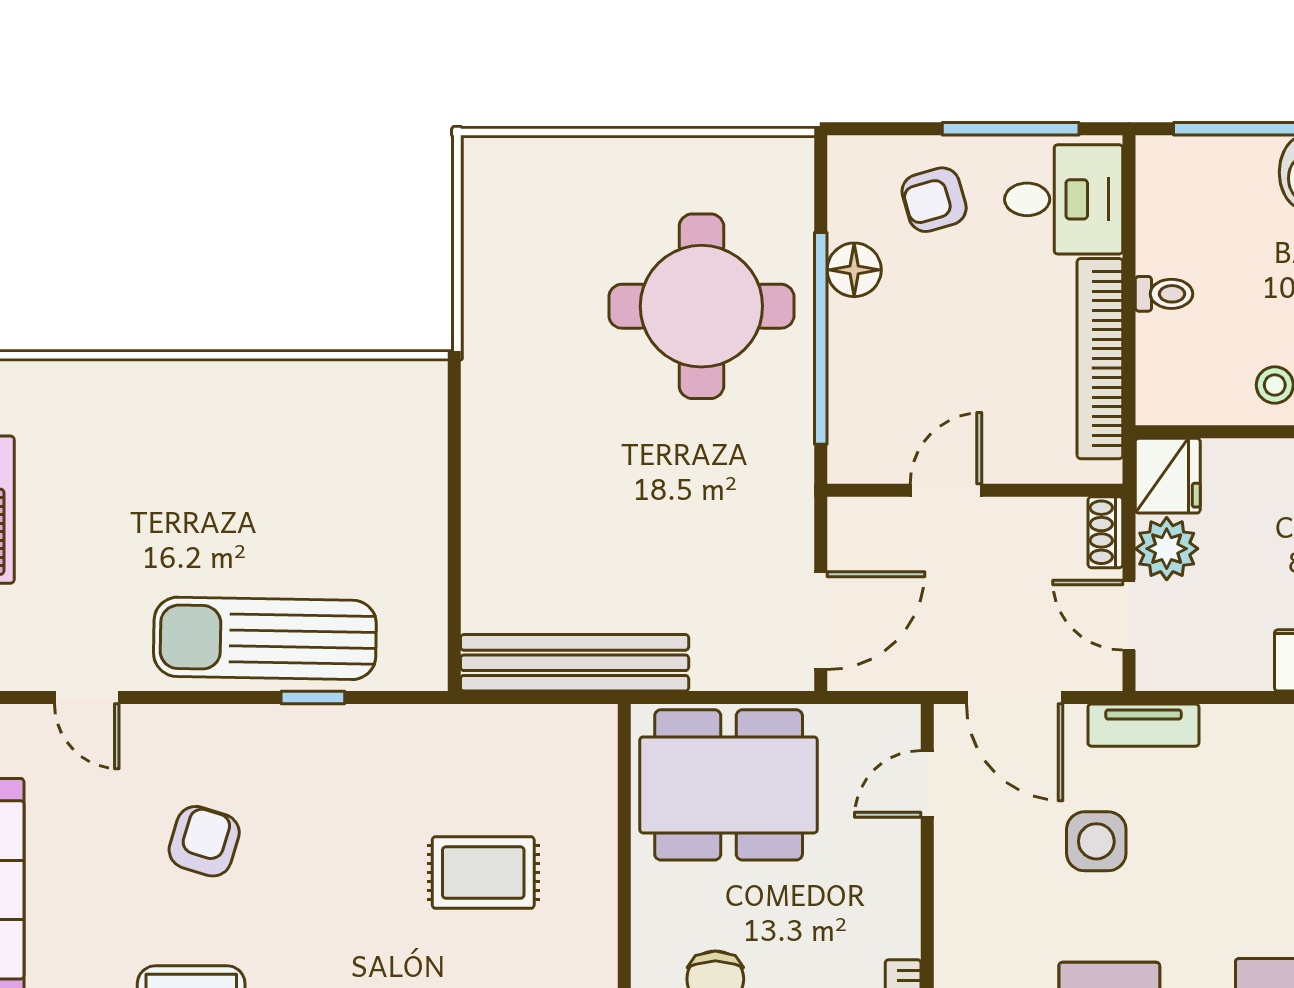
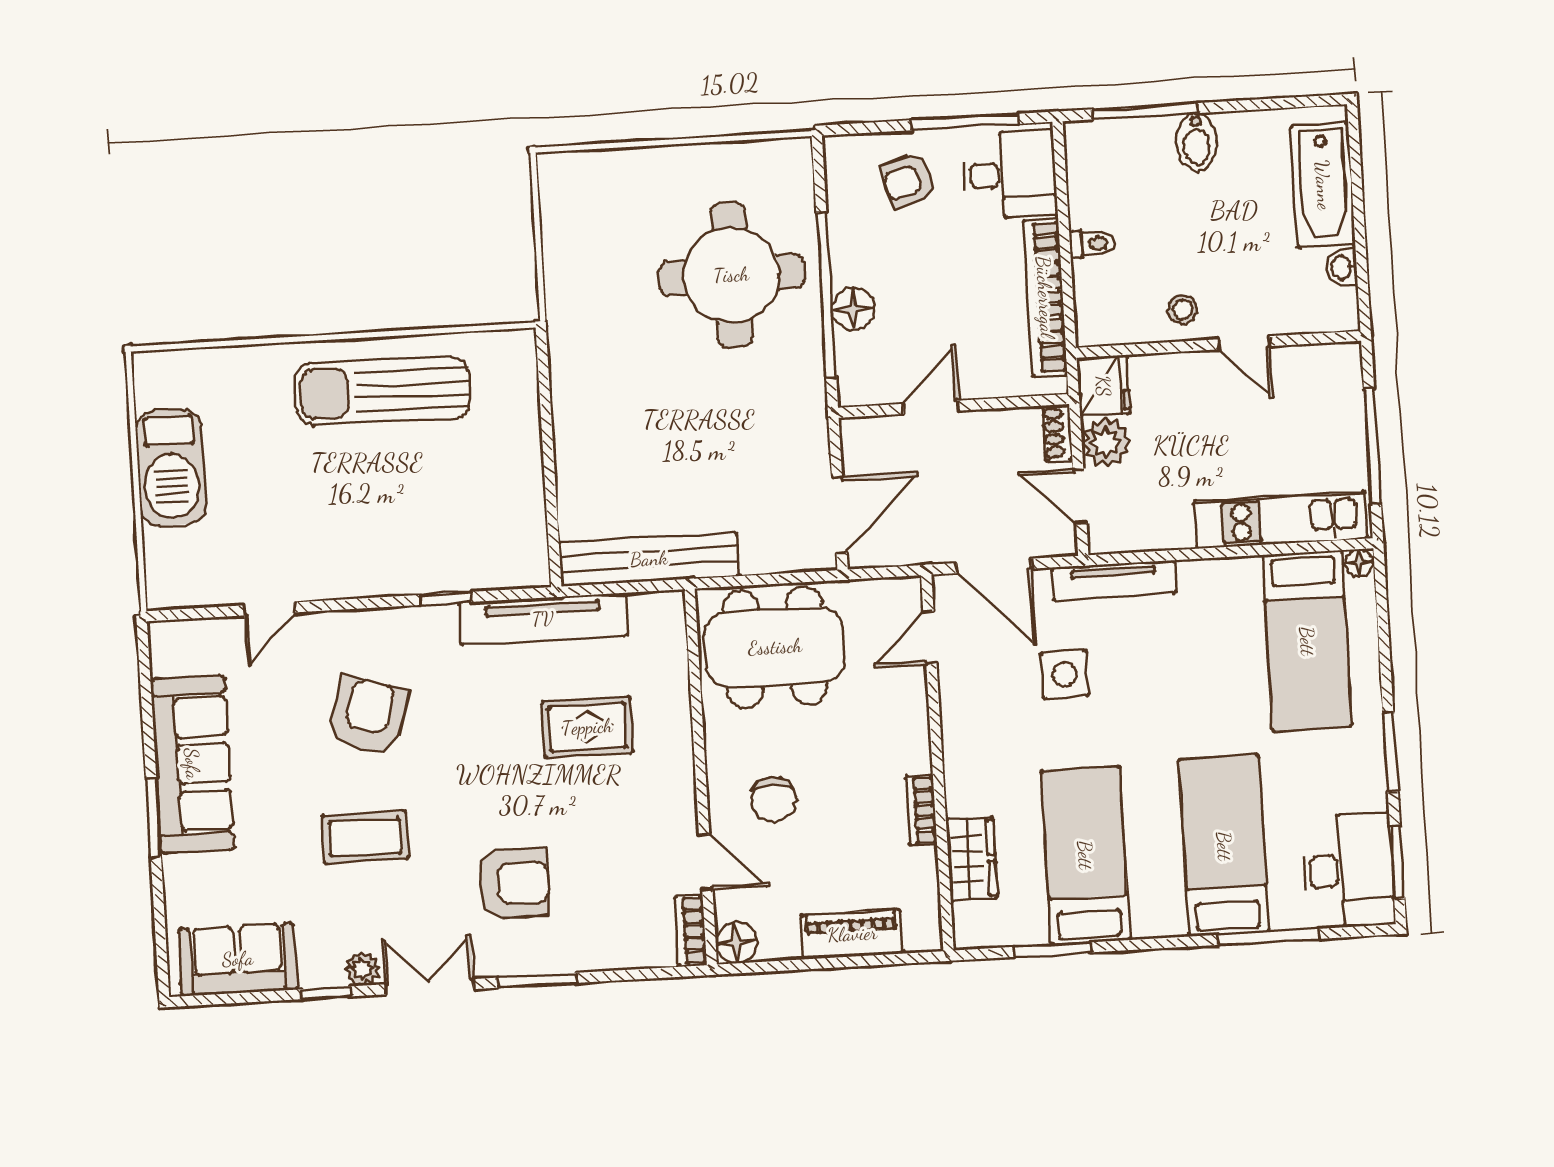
floor lamp: (854, 270) -> (853, 309), moved
sun lounger: (265, 638) -> (383, 391), moved
door: (87, 698) -> (270, 609), hinge flipped
tv unit: (1143, 725) -> (1114, 580), width x1.41
tv unit: (435, 731) -> (543, 619), added
armchair: (204, 841) -> (368, 716), width x1.38, depth x1.38

